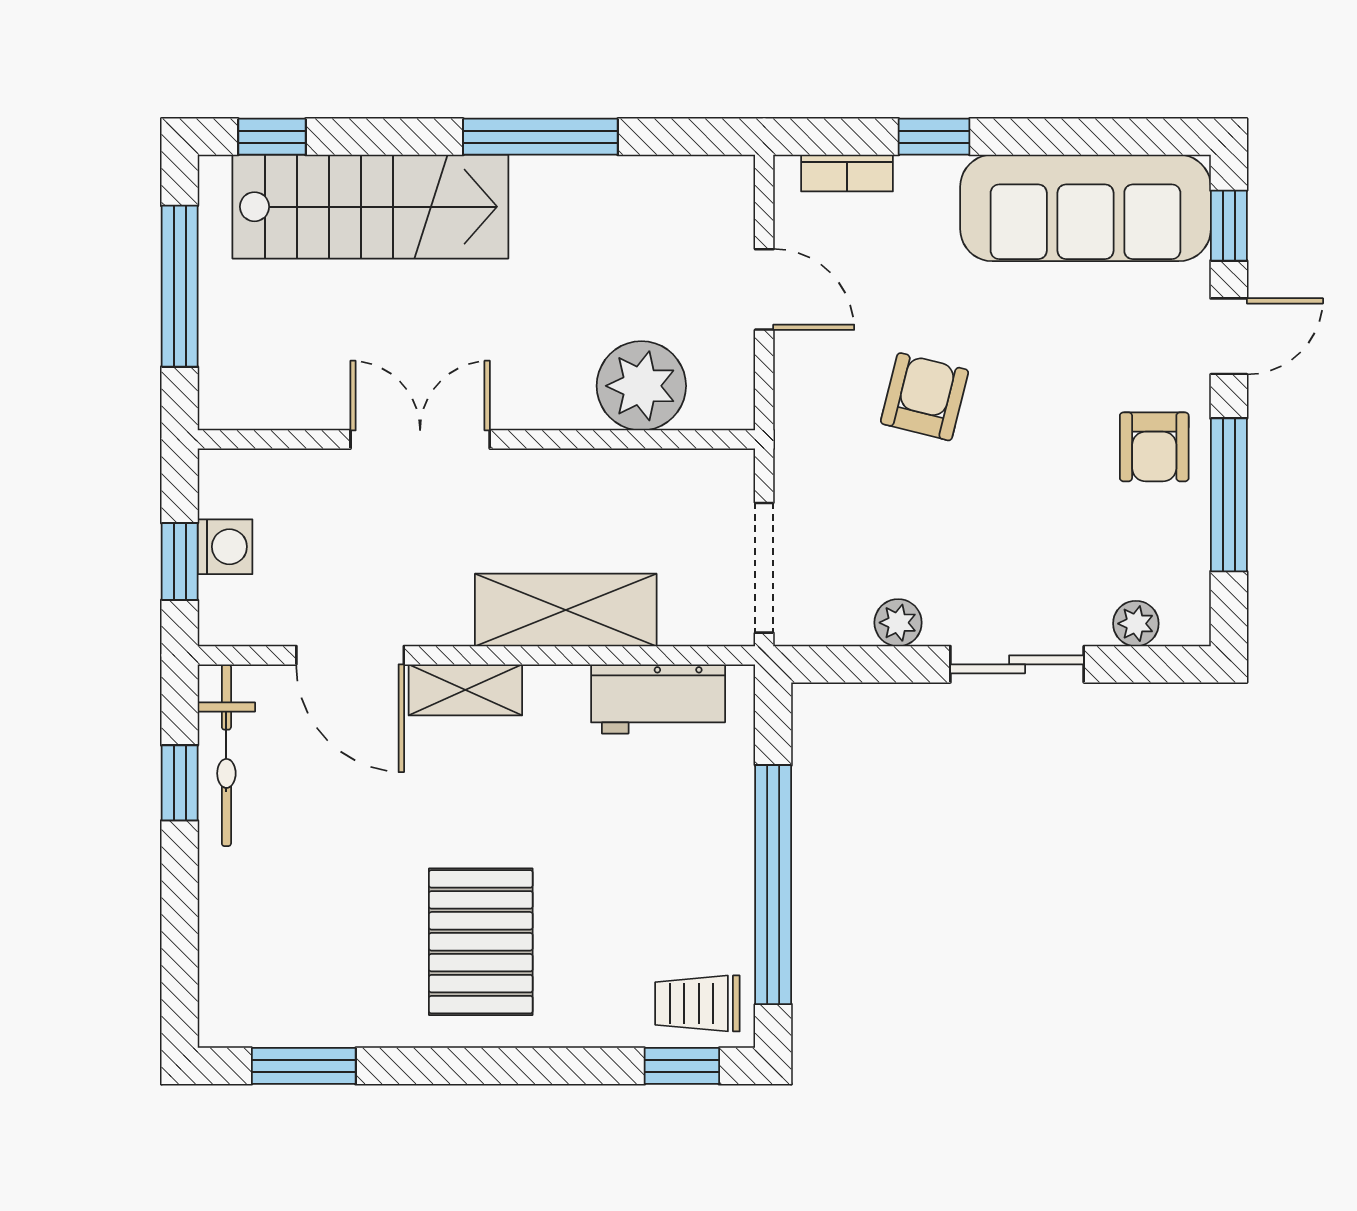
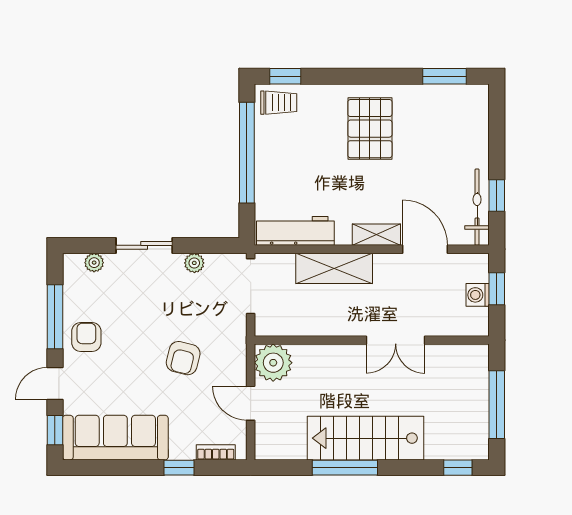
stairs: (370, 207) -> (365, 438), moved
plant: (641, 386) -> (273, 363), moved
workbench: (658, 699) -> (295, 231), width x1.38

